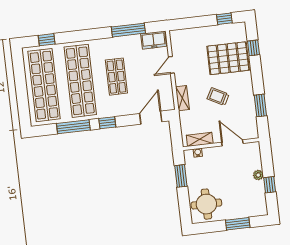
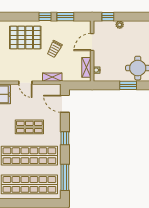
window: (254, 48) -> (45, 17), moved
pallet: (228, 58) -> (25, 38), turned 90
window: (73, 127) -> (65, 177), moved
window: (181, 176) -> (128, 85), moved
window: (270, 185) -> (108, 17), moved

